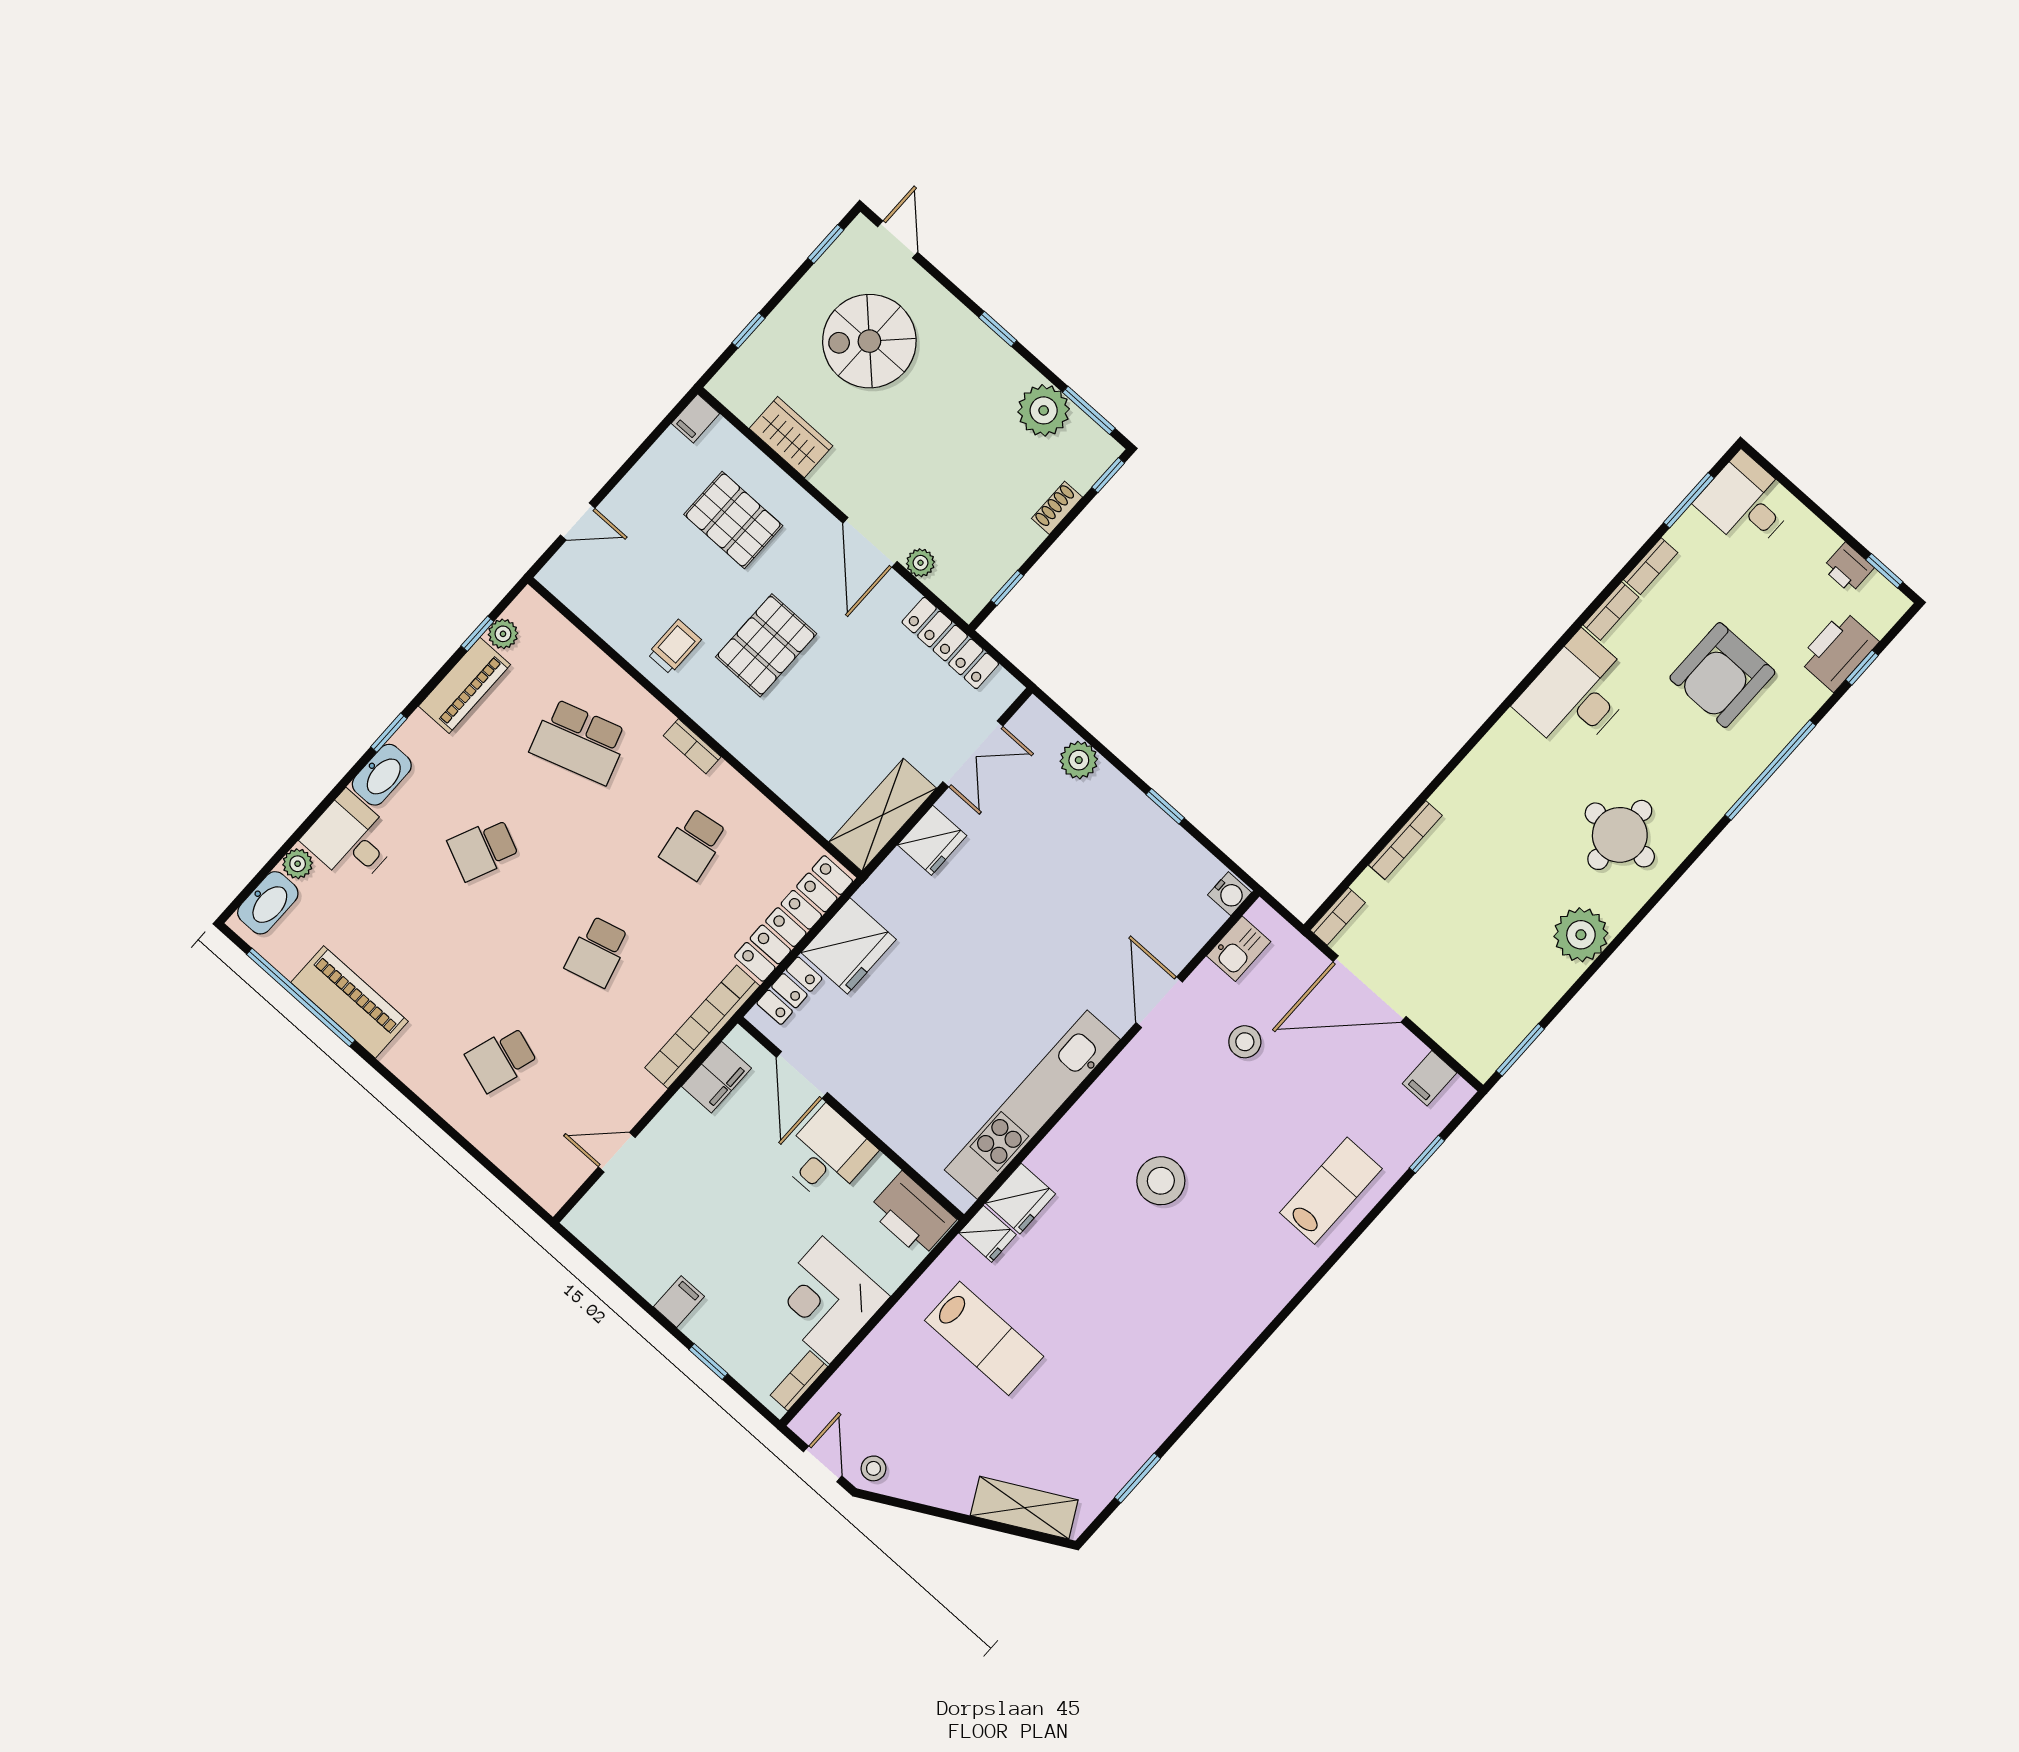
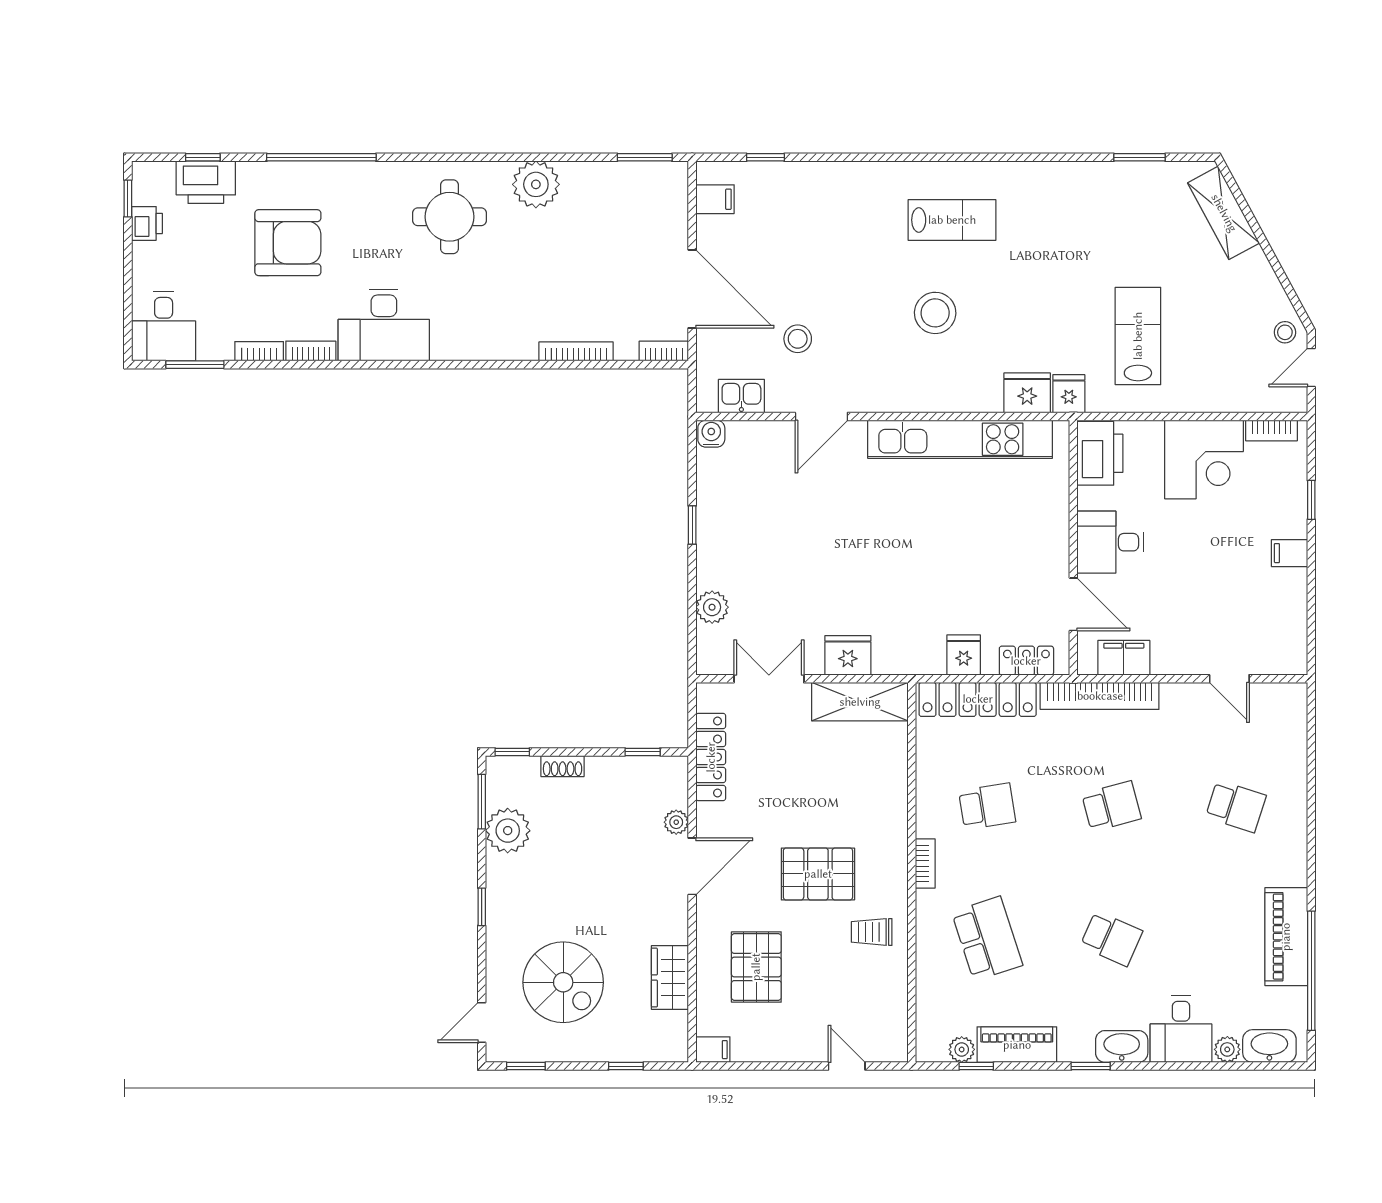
fridge: (849, 946) -> (964, 655), width x0.53, depth x0.75
door: (802, 1075) -> (1073, 604), hinge flipped
lab bench: (1331, 1191) -> (952, 220), moved, turned 180

